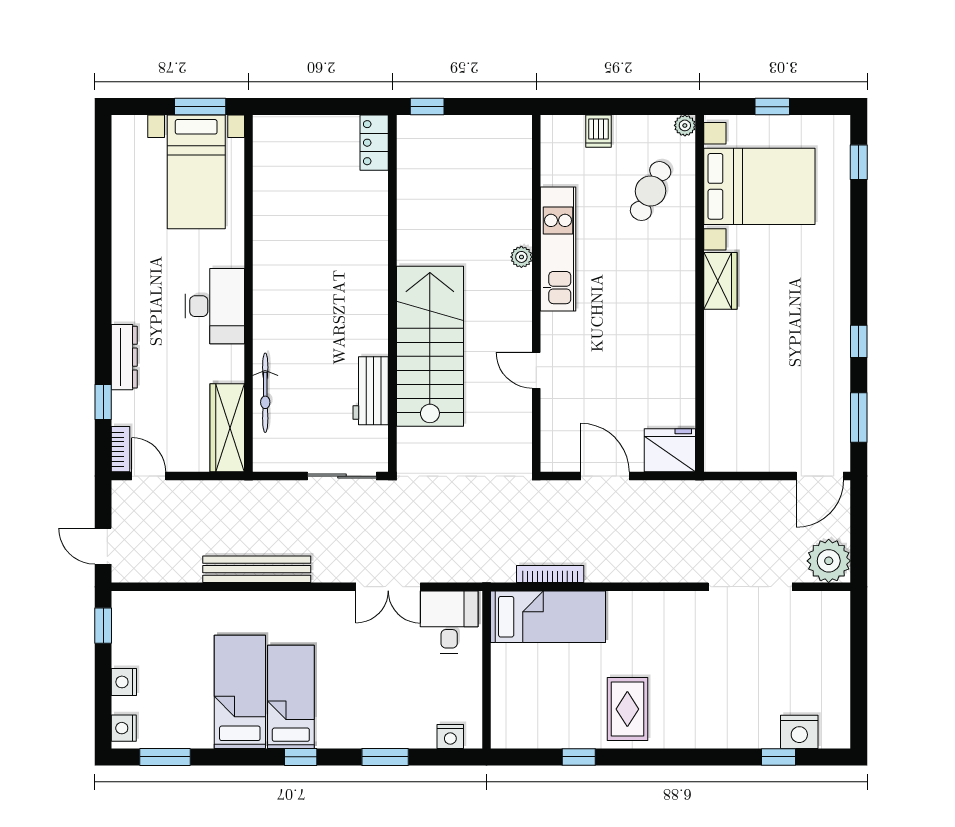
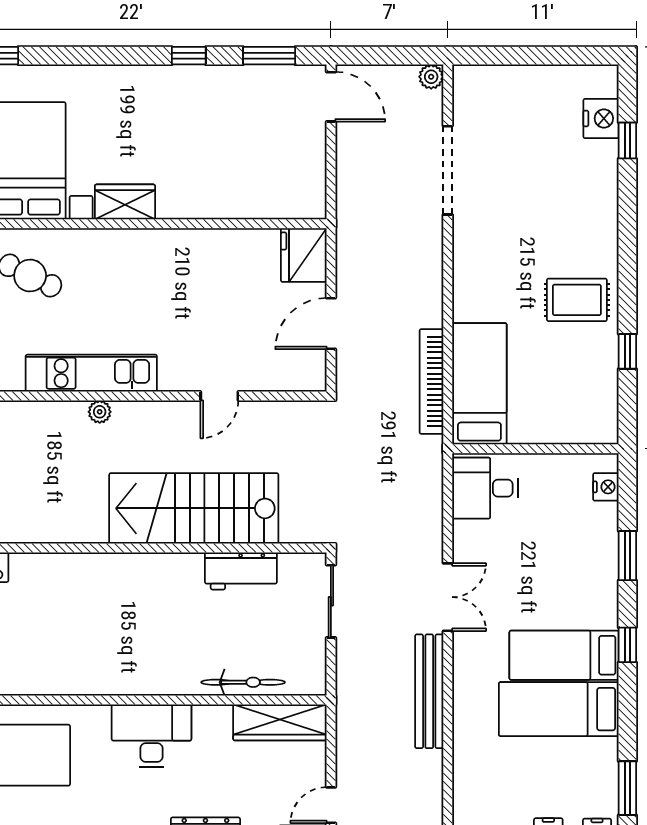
plant: (829, 561) -> (431, 77), width x0.53, depth x0.53
bookcase: (550, 574) -> (432, 381), width x1.48, depth x1.31
double door: (388, 587) -> (448, 597), moved

